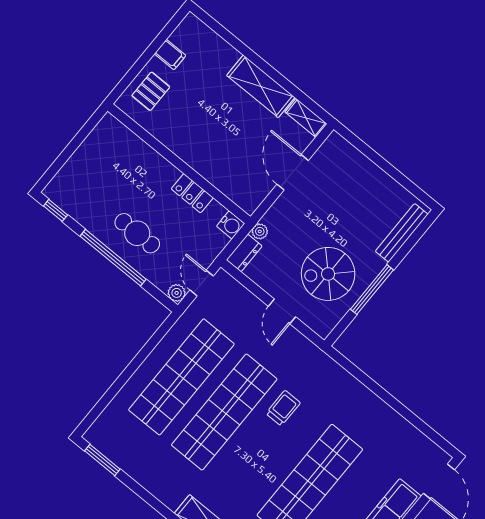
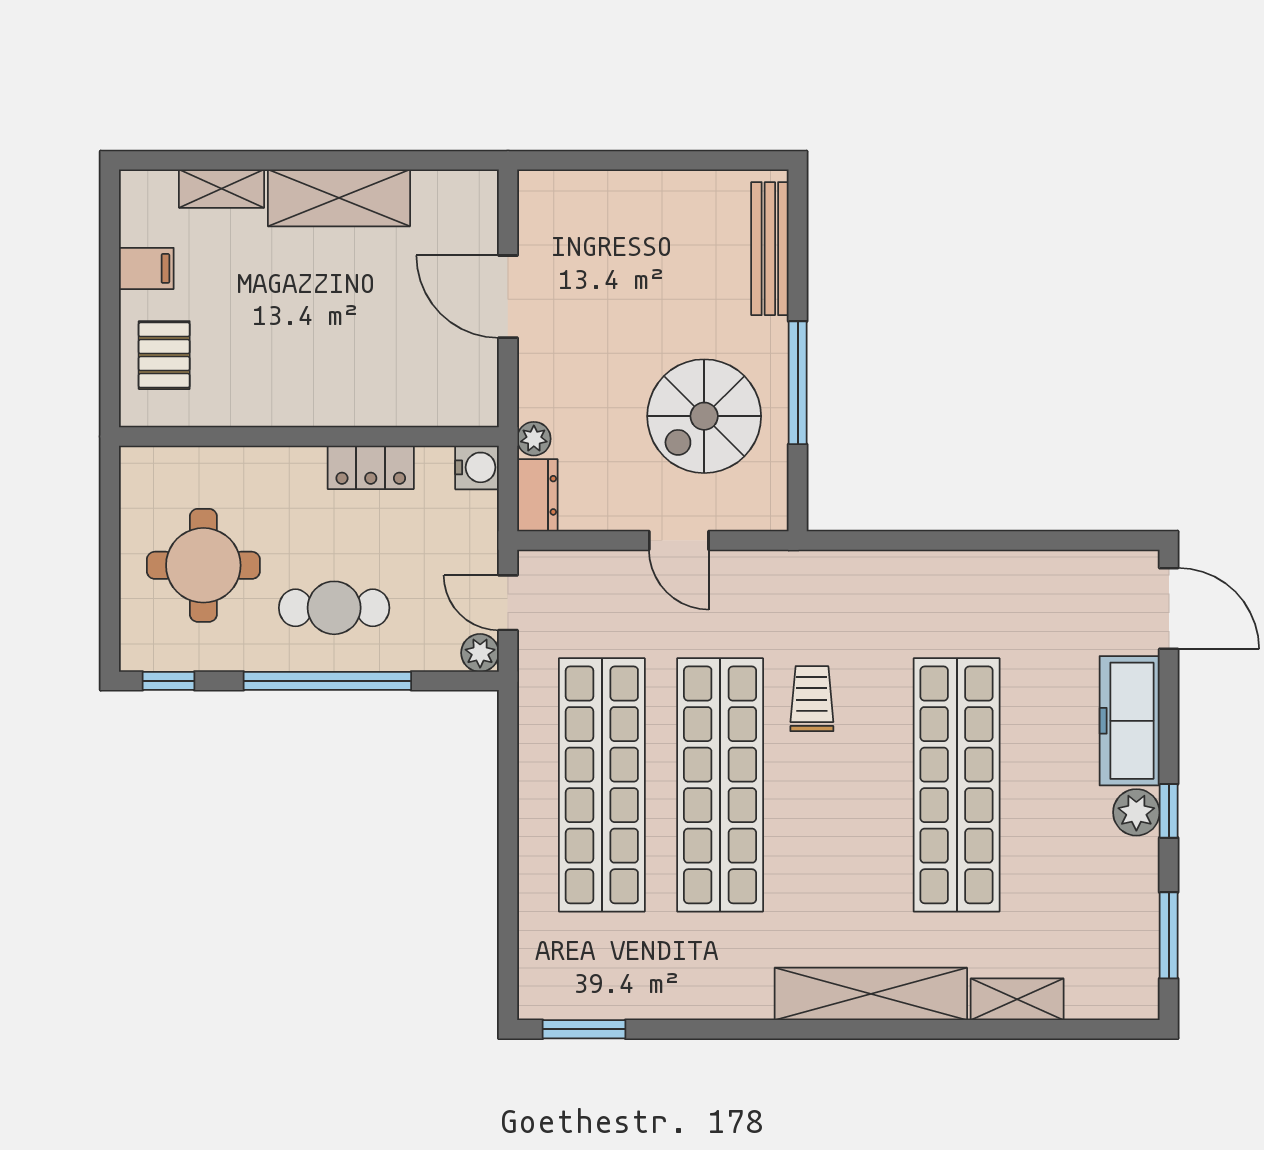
shelving: (306, 118) -> (222, 189), moved
round table: (103, 179) -> (203, 565), added

